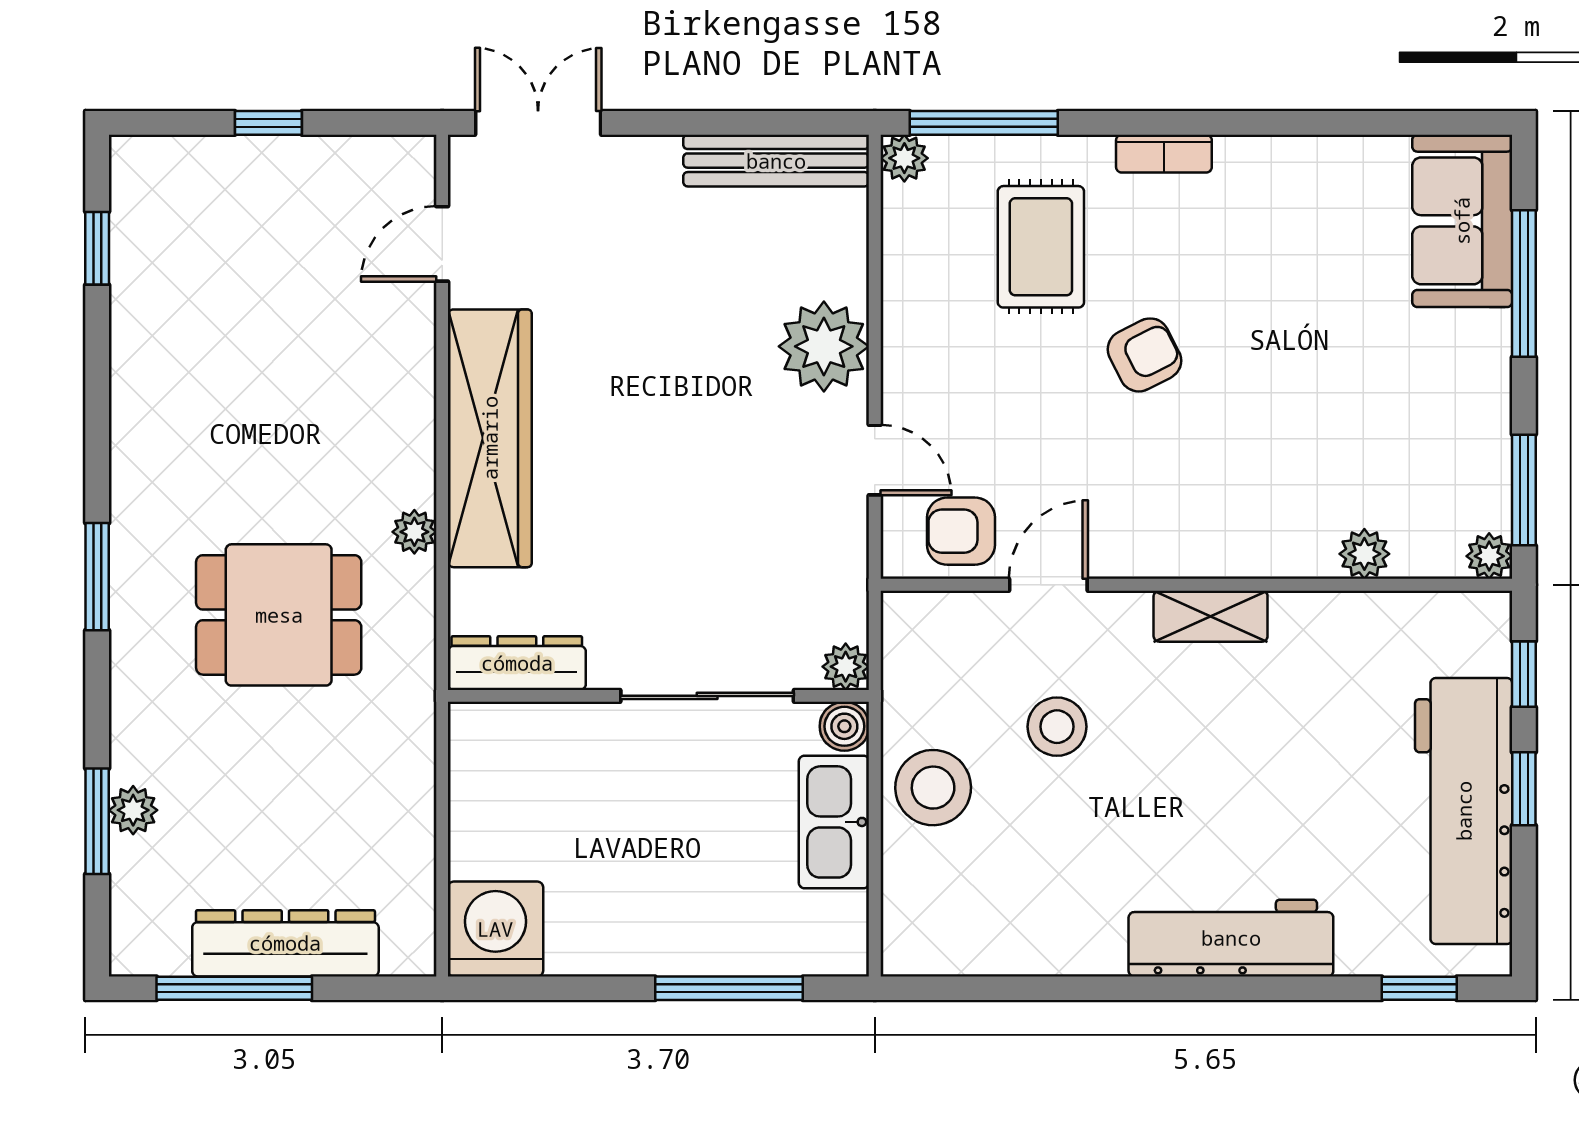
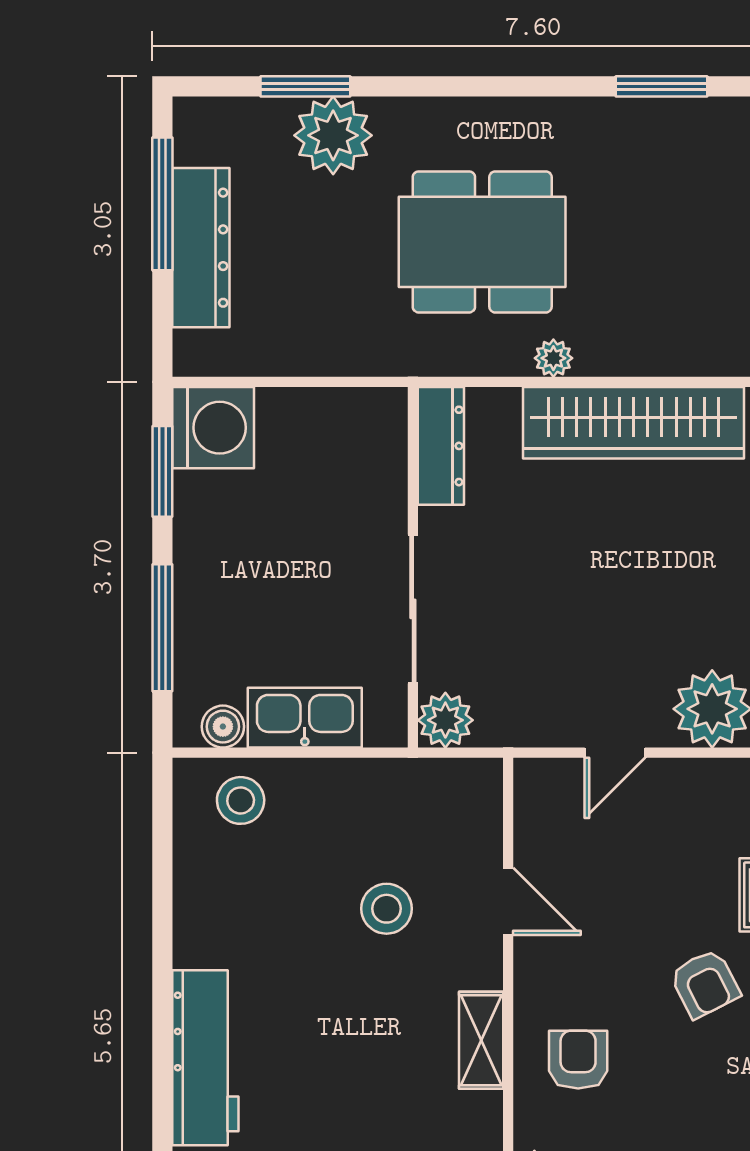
armchair: (961, 531) -> (578, 1060), moved
window: (97, 577) -> (662, 86), moved
dining table: (279, 615) -> (482, 242), width x1.38
plant: (846, 667) -> (445, 720), width x1.38, depth x1.38
boiler: (844, 726) -> (223, 727), moved
stool: (933, 788) -> (241, 800), moved, width x0.73, depth x0.73
plant: (133, 810) -> (333, 135), width x1.88, depth x1.88
window: (547, 988) -> (162, 471), added

